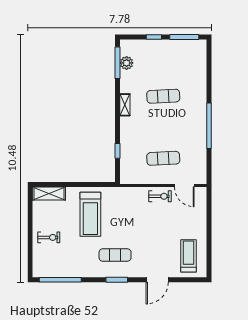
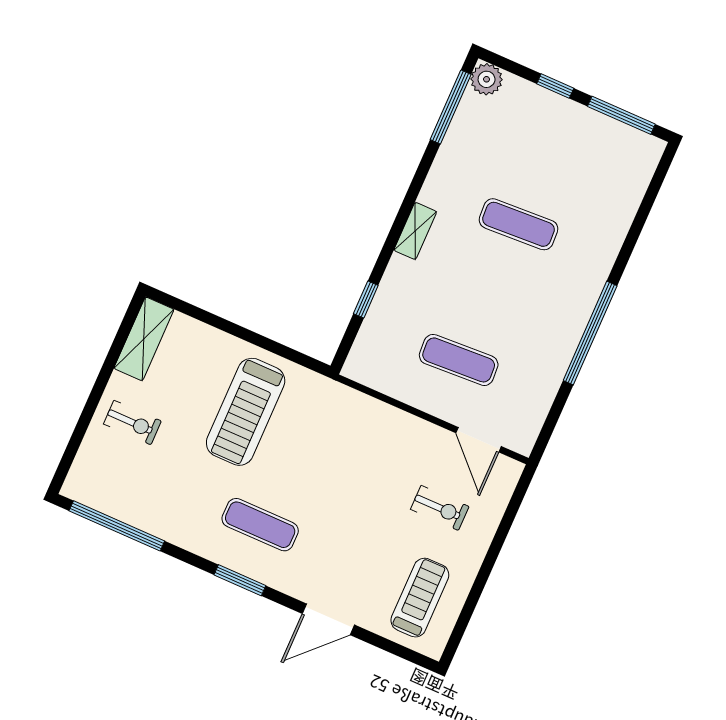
plant: (127, 63) -> (487, 79), moved
shelving: (125, 105) -> (415, 231), moved
shelving: (49, 194) -> (144, 339), moved, turned 90
exercise bike: (160, 196) -> (440, 508), moved

